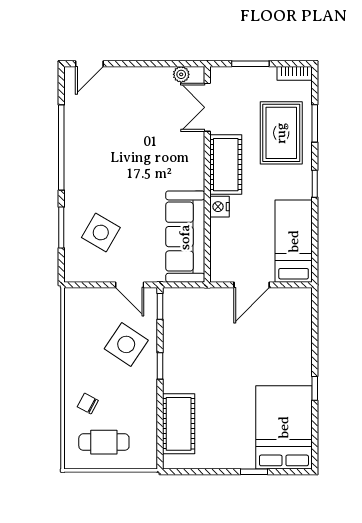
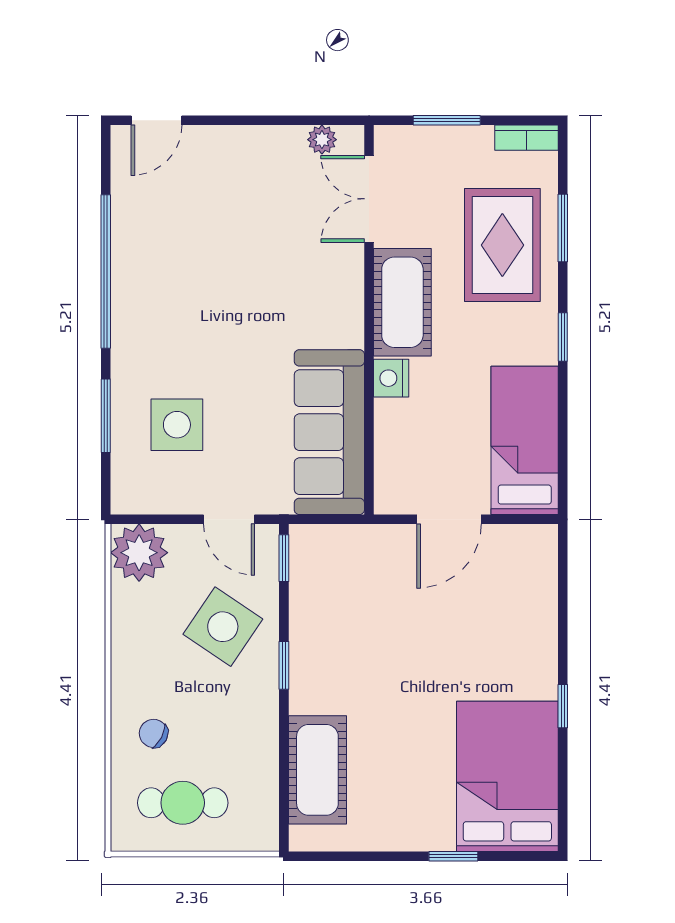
side table: (101, 232) -> (177, 425), turned -30
plant: (80, 303) -> (139, 553), added

